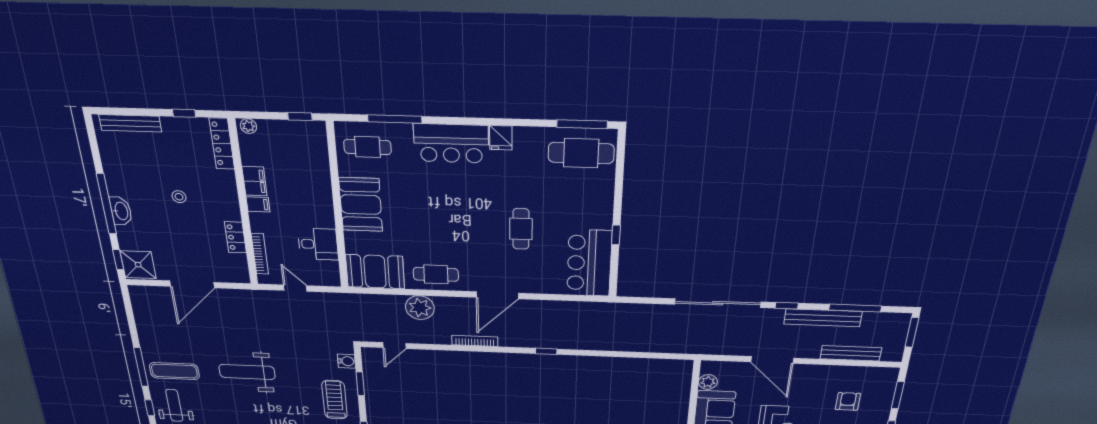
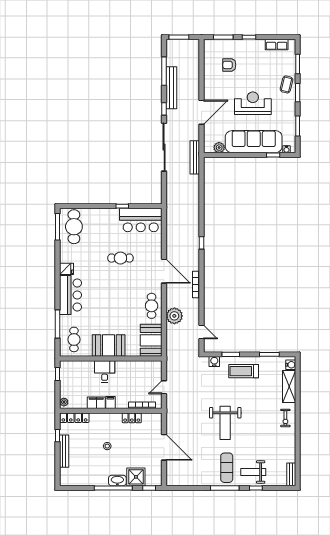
bench: (130, 123) -> (64, 451), moved
desk: (318, 244) -> (105, 371), moved
shower: (138, 265) -> (136, 477), moved
bench: (851, 353) -> (195, 157), moved

